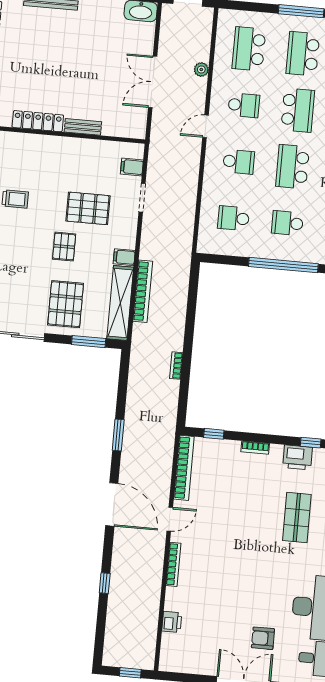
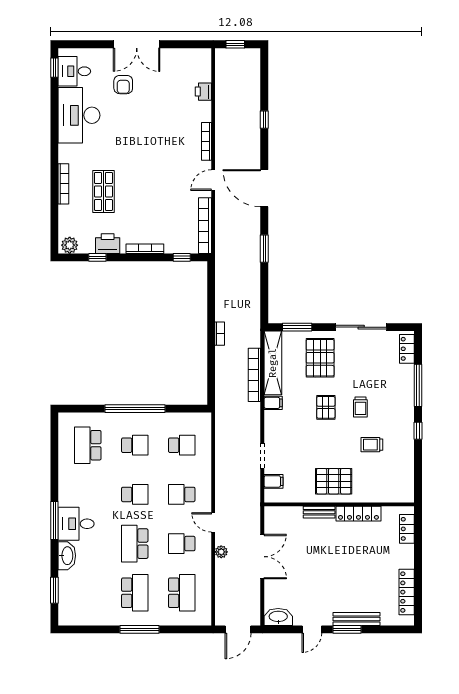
plant: (201, 70) -> (221, 552), moved
door: (206, 126) -> (213, 522), swing flipped
school desk: (293, 167) -> (135, 494), width x0.54
pallet: (88, 208) -> (334, 481), moved
trolley: (24, 243) -> (360, 407), added
bookcase: (176, 366) -> (220, 334), moved
bookcase: (255, 448) -> (145, 249), width x1.56
armchair: (263, 638) -> (123, 85), turned 90

